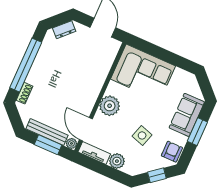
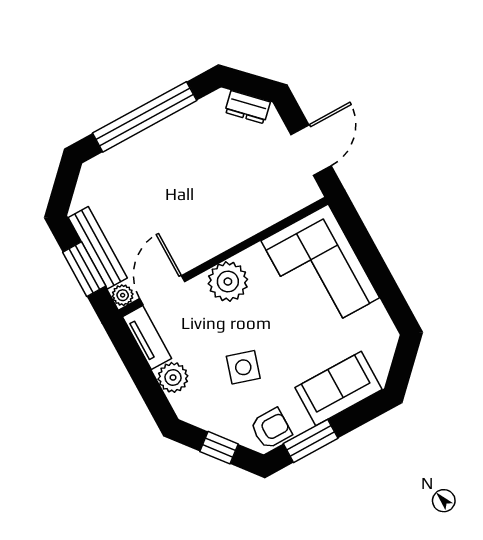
shoe rack: (24, 93) -> (109, 160), removed
window: (197, 132) -> (311, 441), moved

